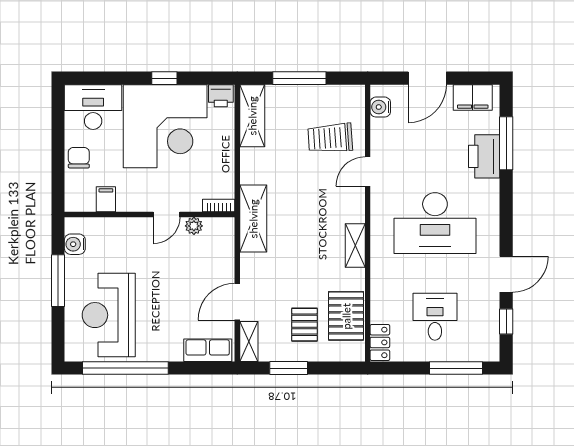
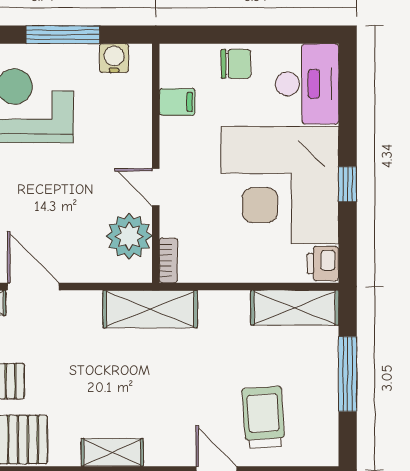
plant: (194, 226) -> (129, 236), width x1.88, depth x1.88

